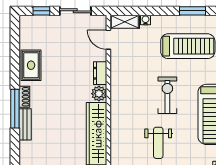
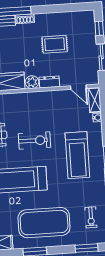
door: (108, 40) -> (78, 87), swing flipped
rug: (31, 65) -> (55, 44), moved

